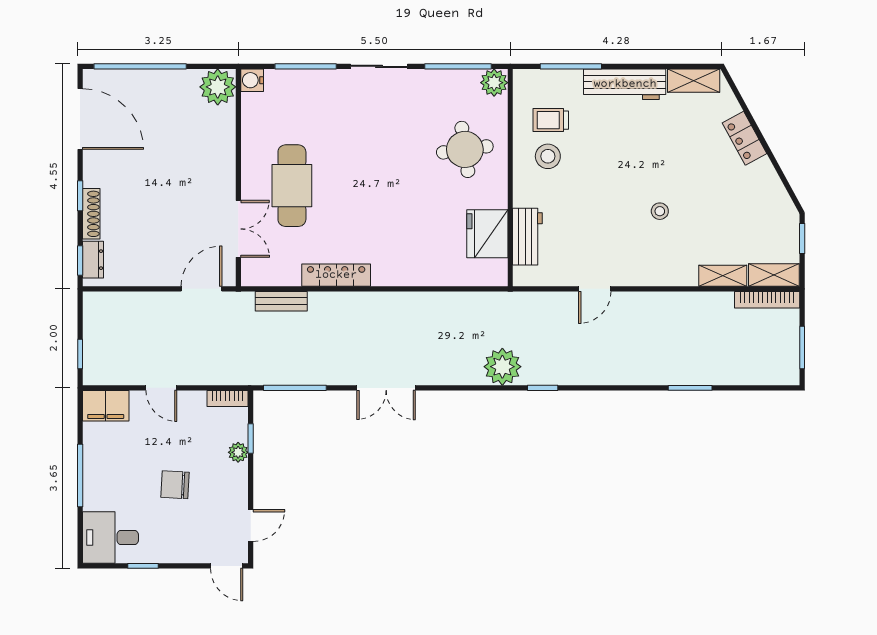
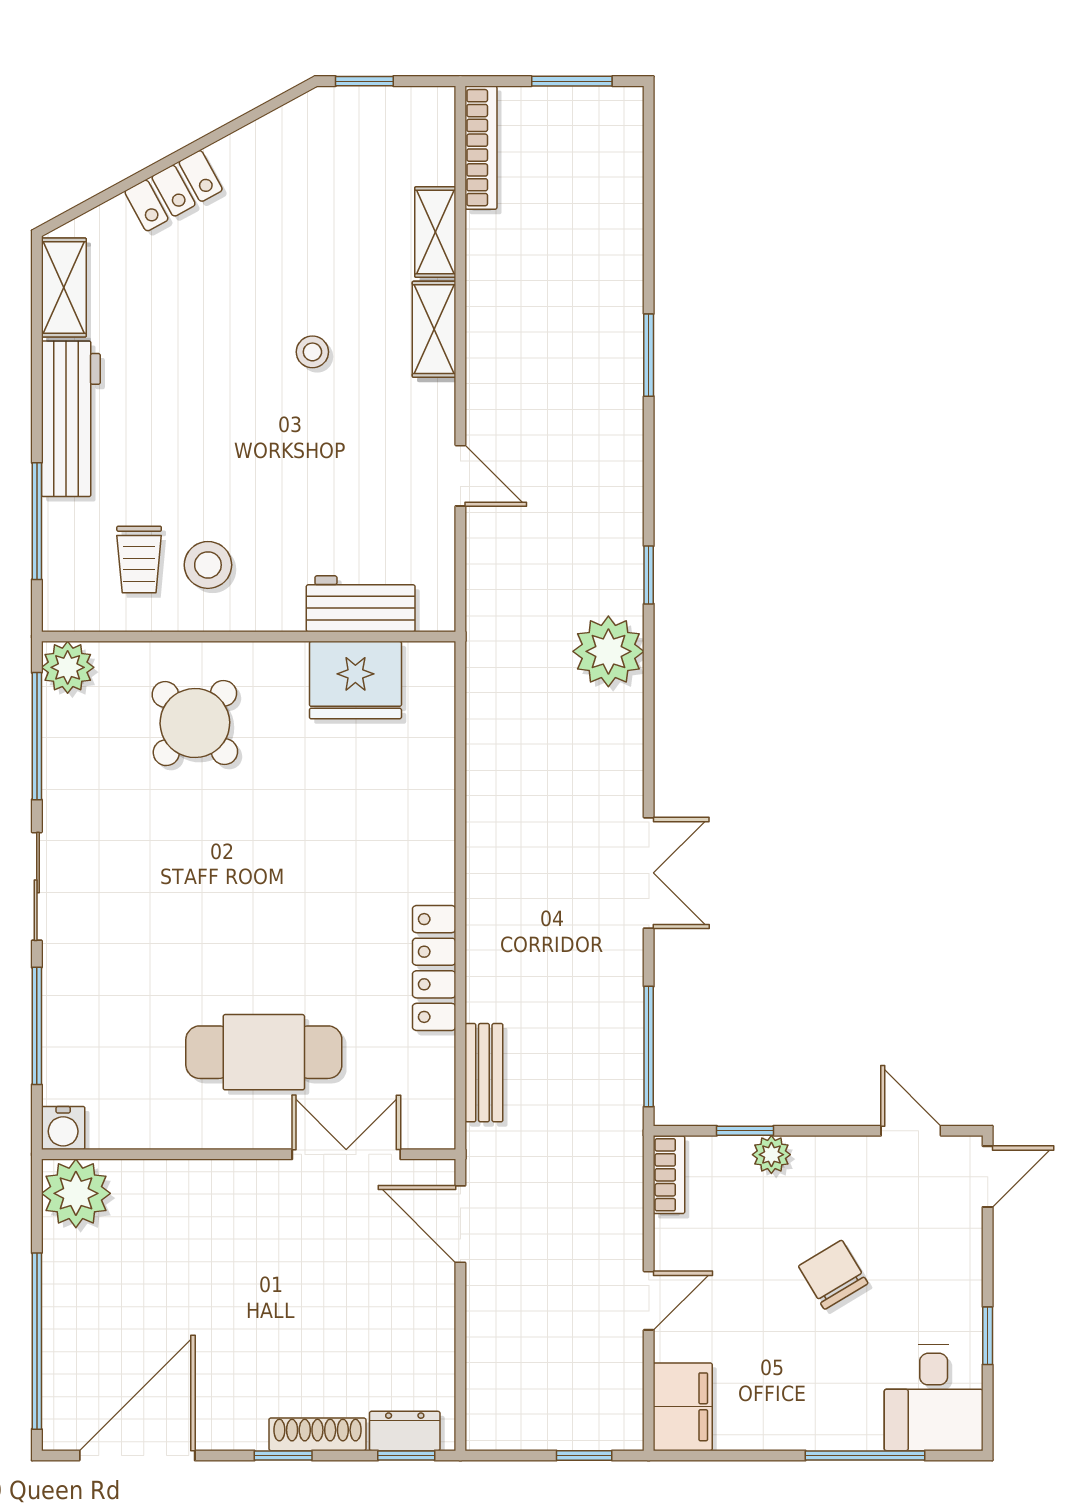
round table: (465, 149) -> (195, 723), turned -38
shelving: (774, 275) -> (434, 329), moved
window: (690, 388) -> (649, 355), moved
window: (80, 475) -> (865, 1455), moved
chair: (175, 485) -> (833, 1275), turned 146

